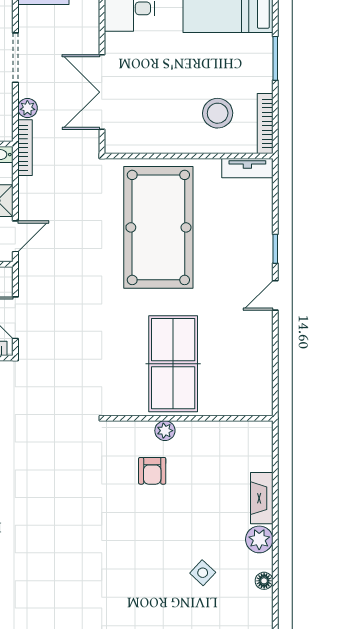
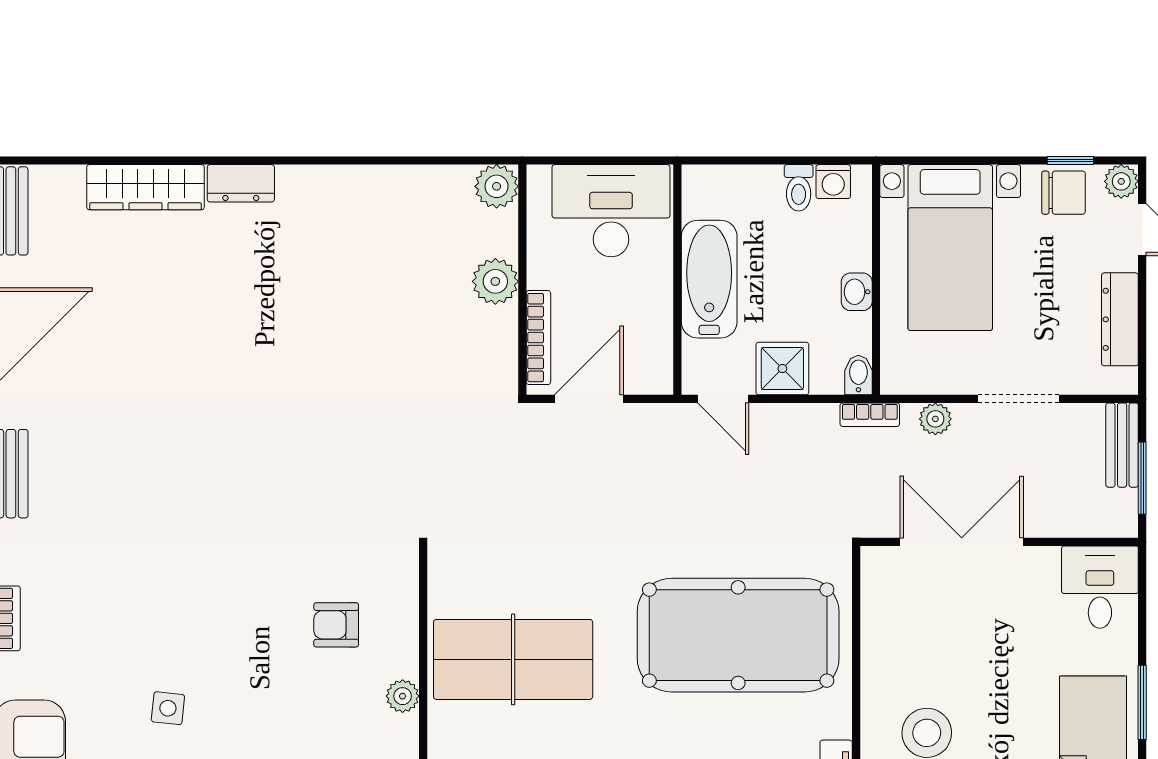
bookcase: (25, 148) -> (870, 415), width x0.64
plant: (165, 431) -> (403, 696), moved
side table: (203, 573) -> (168, 708), turned -37

